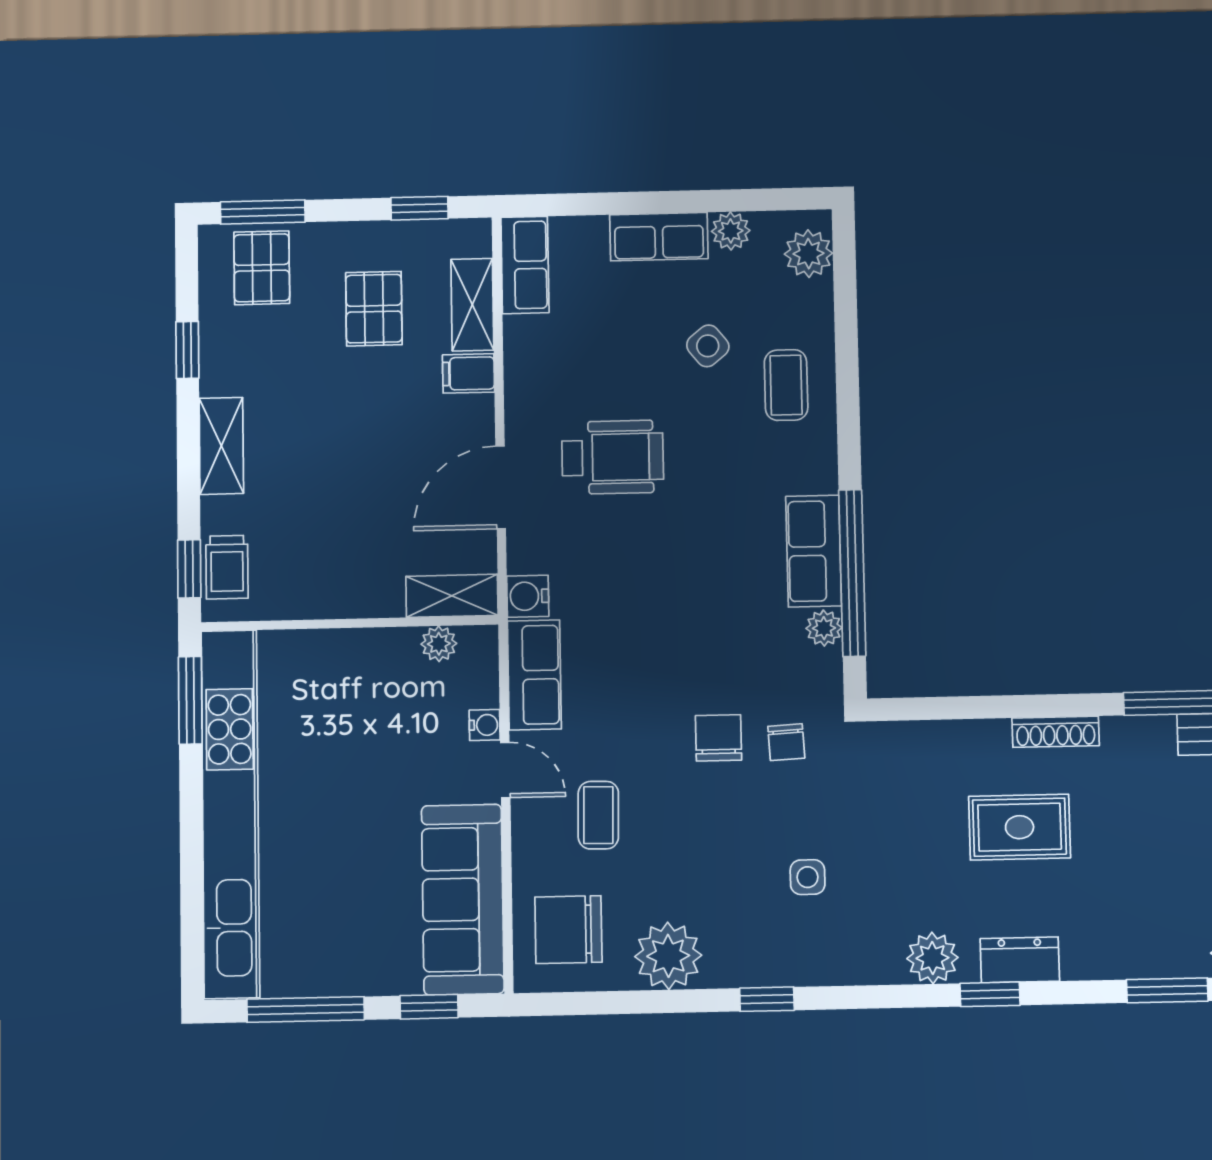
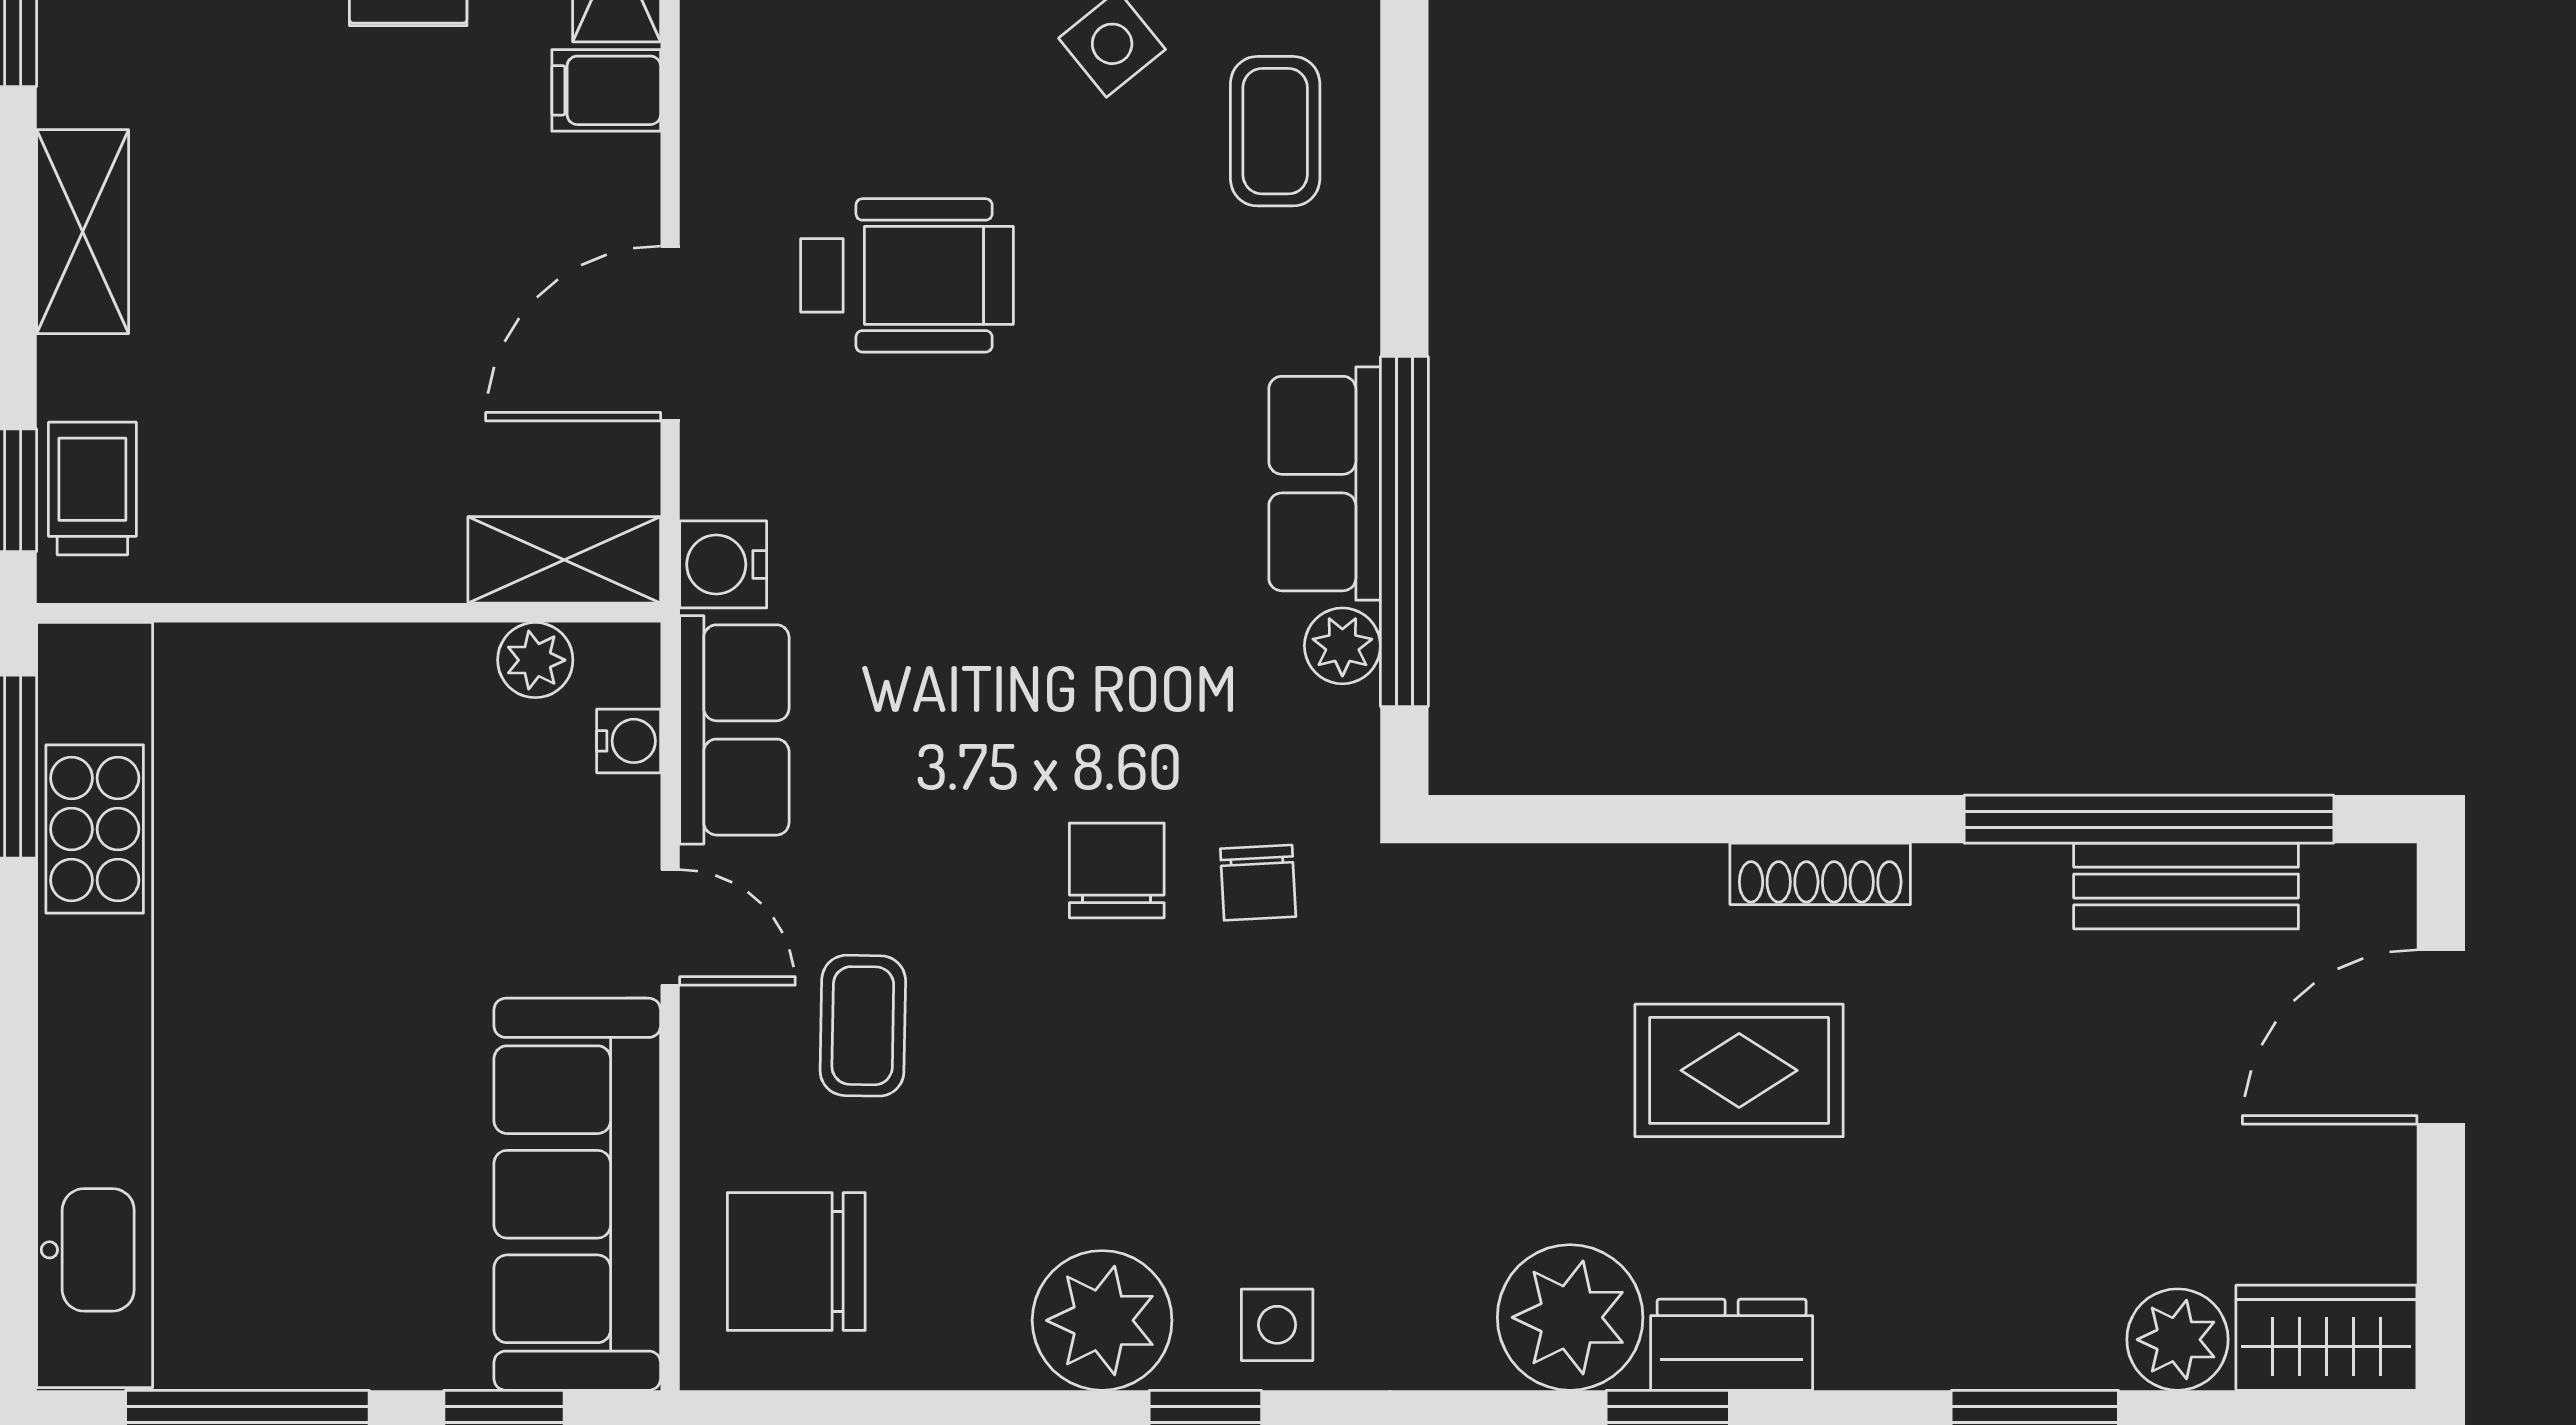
trolley: (227, 567) -> (92, 489), turned 180
water cooler: (485, 725) -> (629, 741), moved
side table: (808, 877) -> (1277, 1325), moved
plant: (668, 956) -> (1102, 1320), moved
plant: (932, 958) -> (1570, 1317), width x1.36, depth x1.36

